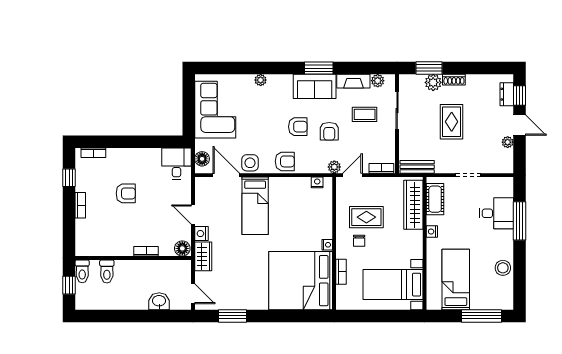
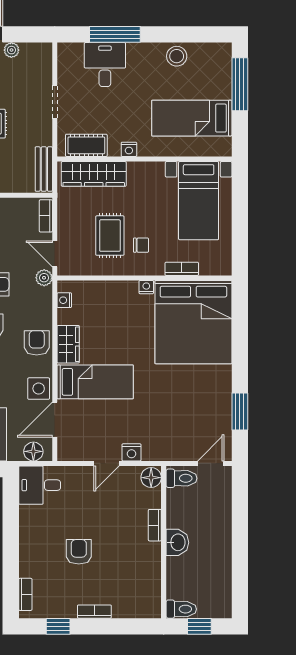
wardrobe: (203, 256) -> (68, 344), moved, turned 90
toilet: (107, 271) -> (181, 478), moved
washbasin: (159, 301) -> (177, 542), moved, turned 180

